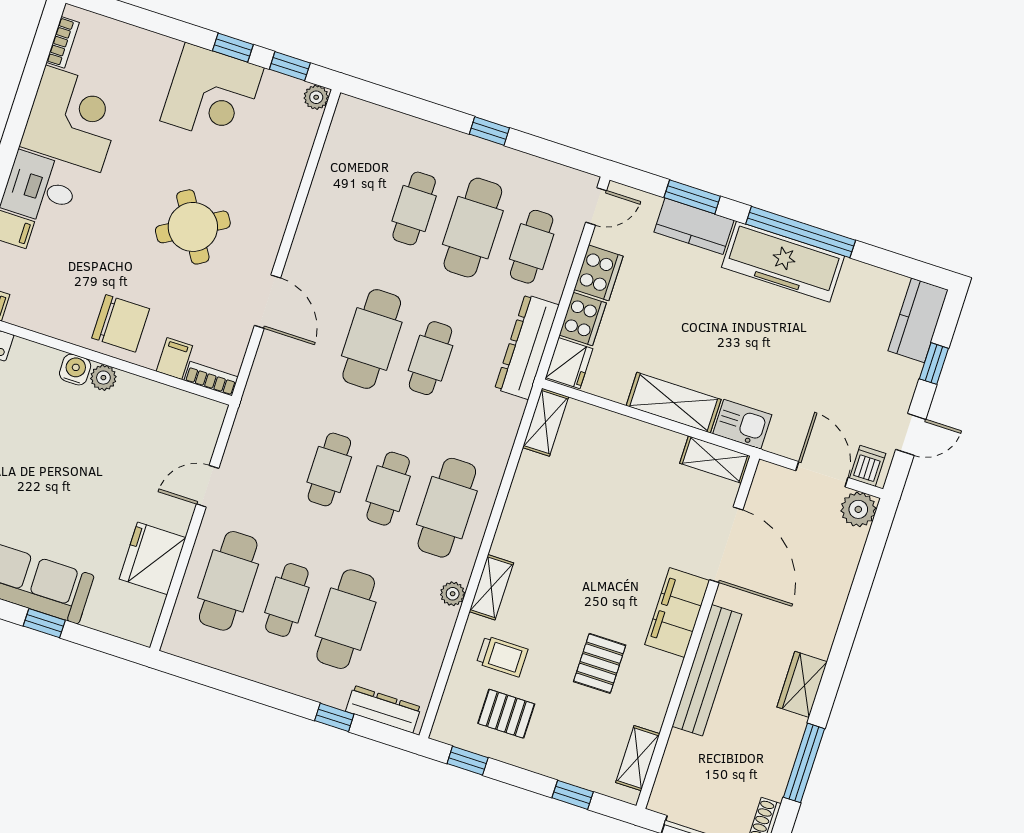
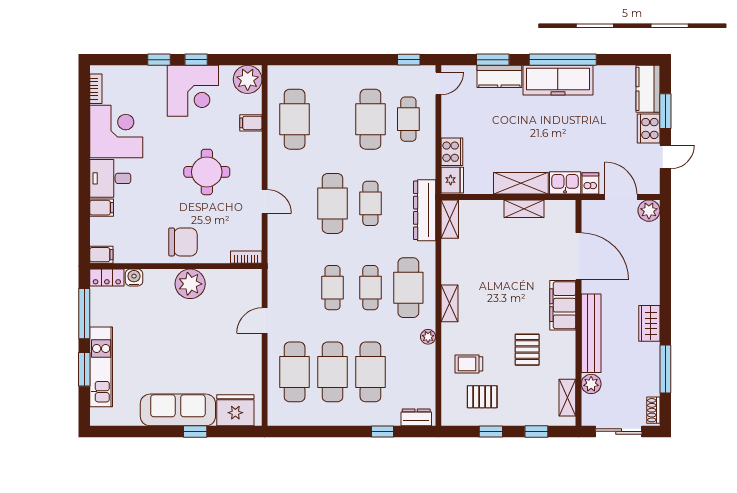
window: (290, 66) -> (159, 60), moved
plant: (316, 97) -> (248, 79), width x1.87, depth x1.87
window: (489, 131) -> (409, 60), moved
cafe table: (414, 208) -> (295, 119), moved, width x1.37, depth x1.35
round table: (193, 227) -> (207, 172), turned 31
cooker: (599, 273) -> (649, 129), moved, turned 180
door: (268, 302) -> (265, 201), width x0.73
dresser: (527, 347) -> (425, 210), moved
filing cabinet: (174, 359) -> (251, 123), moved, turned -90
window: (934, 364) -> (665, 111), width x1.50
water cooler: (75, 370) -> (134, 278), moved
plant: (103, 378) -> (190, 284), width x1.88, depth x1.88
shelving: (715, 460) -> (524, 209), moved
dishwasher: (868, 466) -> (590, 183), moved
fridge: (153, 558) -> (235, 410), moved, turned 90
shelving: (491, 587) -> (449, 303), moved
cafe table: (287, 600) -> (333, 372), width x1.37, depth x1.35
trolley: (502, 656) -> (469, 364), turned 180
dresser: (383, 709) -> (416, 417), width x0.70
plant: (681, 749) -> (591, 384), added
window: (468, 761) -> (491, 431), moved

